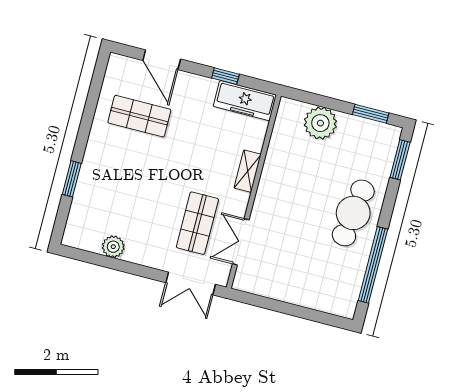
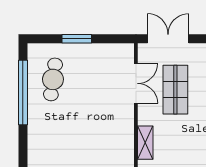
cafe table: (353, 213) -> (53, 79), moved, width x0.73, depth x0.74
window: (295, 311) -> (77, 39), added

